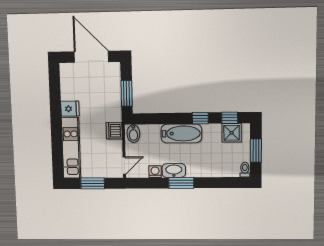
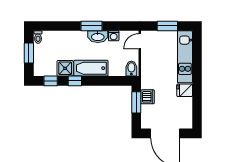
dishwasher: (114, 131) -> (148, 97), moved
shower: (232, 133) -> (65, 68), moved

